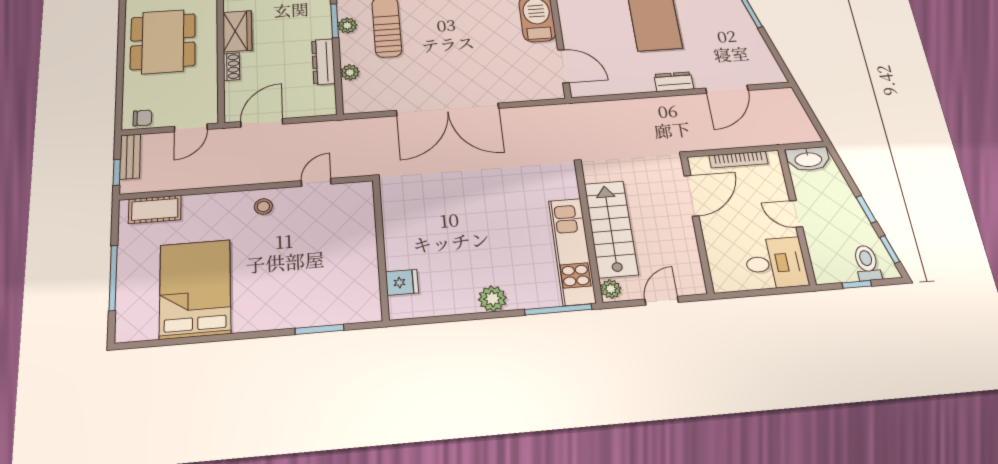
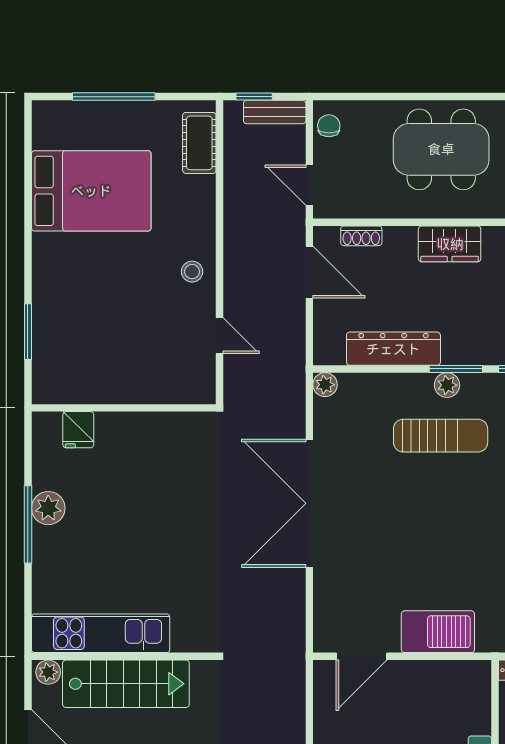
dresser: (323, 62) -> (393, 349), width x1.37, depth x1.24
shoe rack: (231, 67) -> (361, 236), moved
plant: (350, 72) -> (325, 385), moved
chair: (142, 118) -> (329, 126), turned 180
plant: (492, 299) -> (48, 508), moved
window: (558, 309) -> (28, 524), moved

